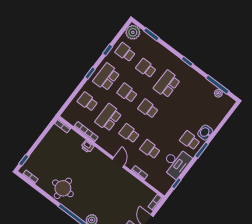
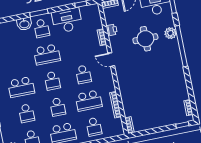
printer: (87, 147) -> (112, 30), moved
school desk: (150, 149) -> (47, 54), moved, width x1.85
door: (118, 162) -> (111, 60), hinge flipped
round table: (63, 188) -> (145, 39), moved

